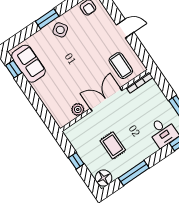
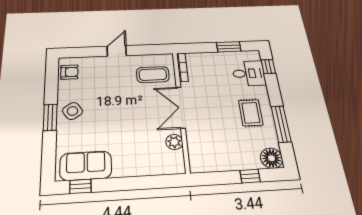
rug: (113, 145) -> (251, 113), moved, turned 90
window: (76, 161) -> (250, 176), moved

